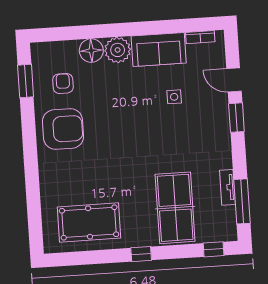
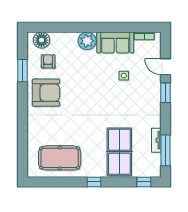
floor lamp: (91, 51) -> (41, 40), moved
window: (26, 81) -> (22, 71), moved

